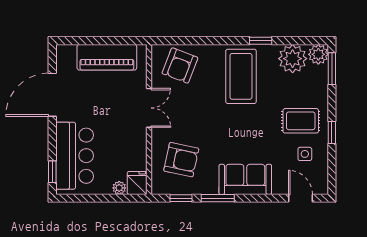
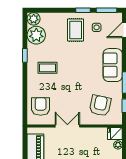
armchair: (180, 65) -> (41, 106), turned -111
window: (332, 69) -> (106, 10), moved
coffee table: (241, 76) -> (47, 68), width x0.54, depth x0.58

